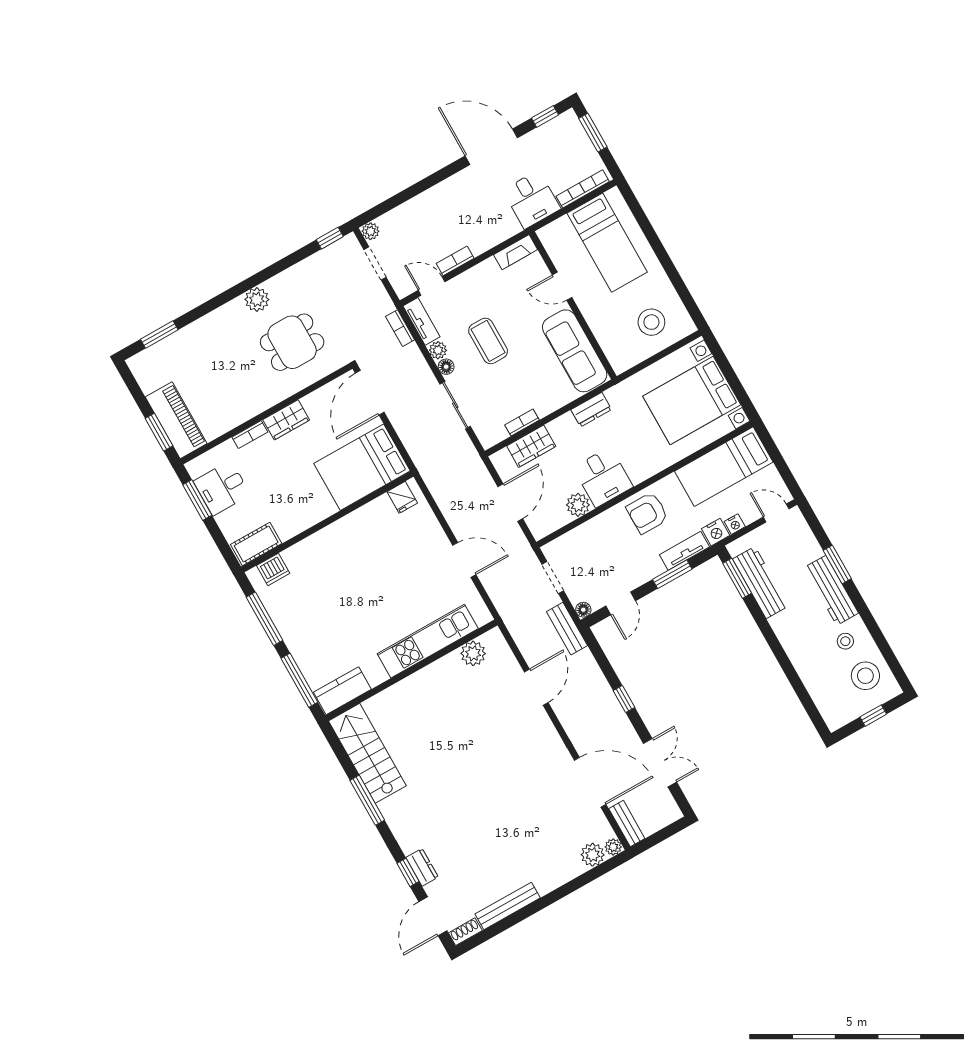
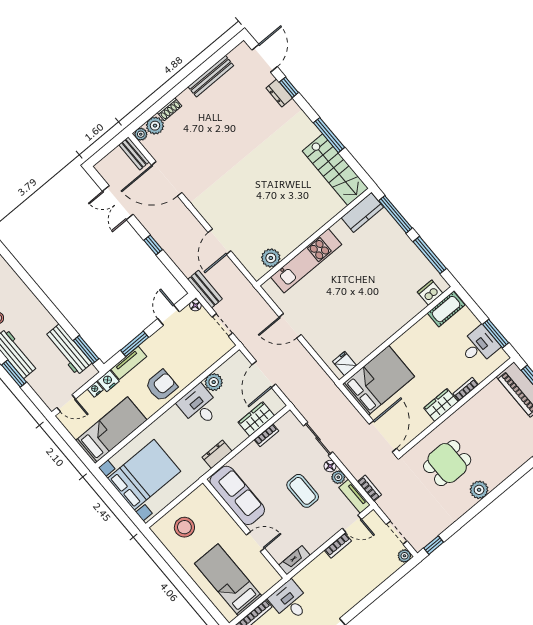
shoe rack: (465, 932) -> (169, 109), moved

